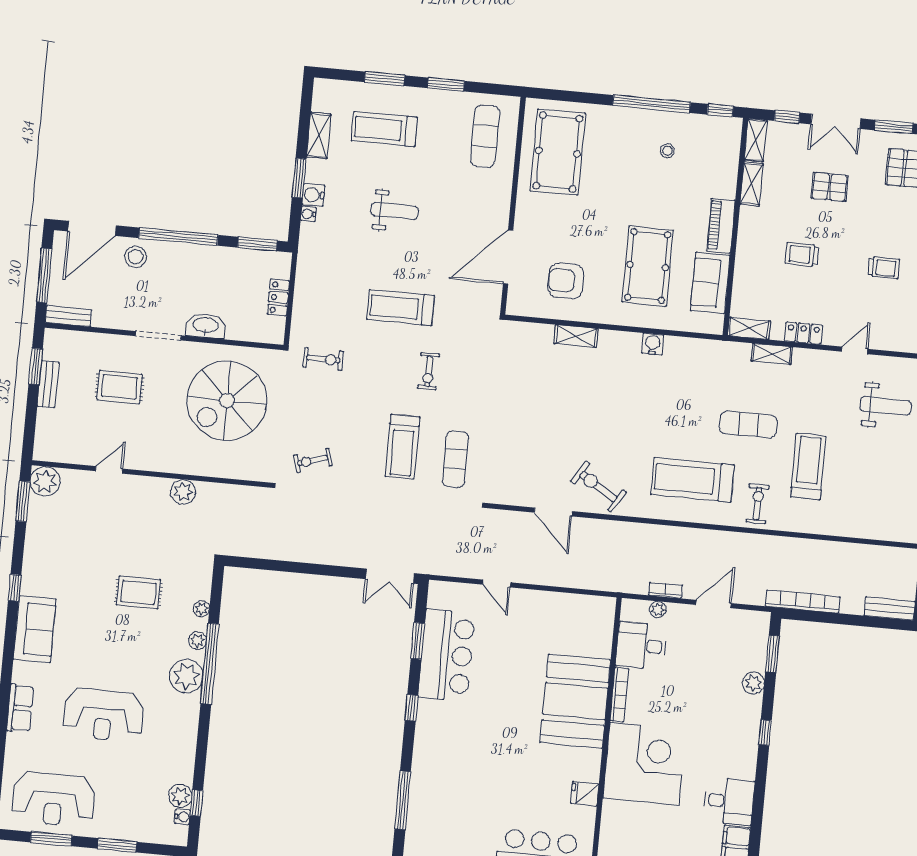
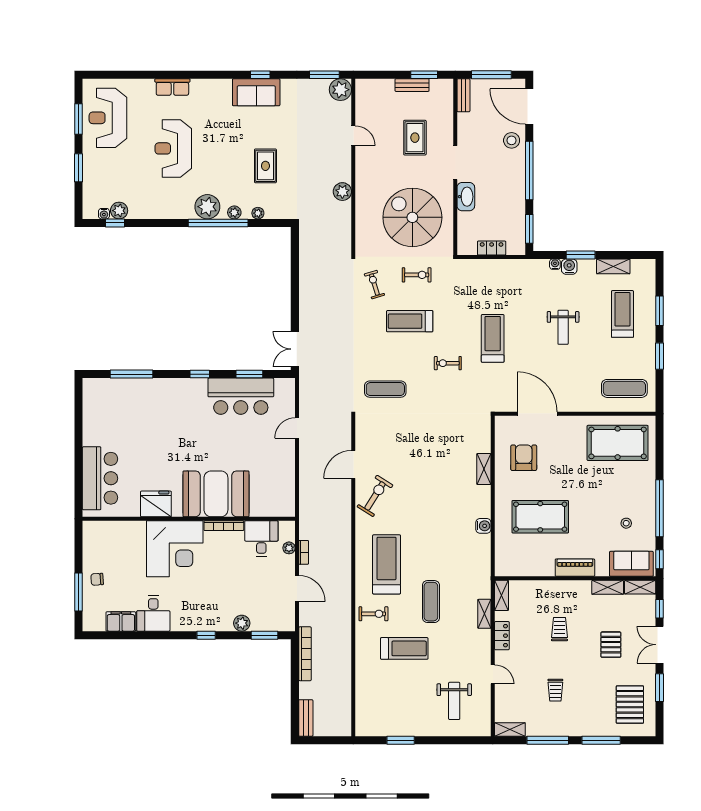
sofa: (710, 283) -> (631, 564), moved
exercise bike: (323, 359) -> (417, 275), moved, turned -90
treadmill: (402, 447) -> (410, 321), moved
sofa: (35, 629) -> (256, 92), moved
fridge: (585, 794) -> (156, 504), width x1.88, depth x1.34

